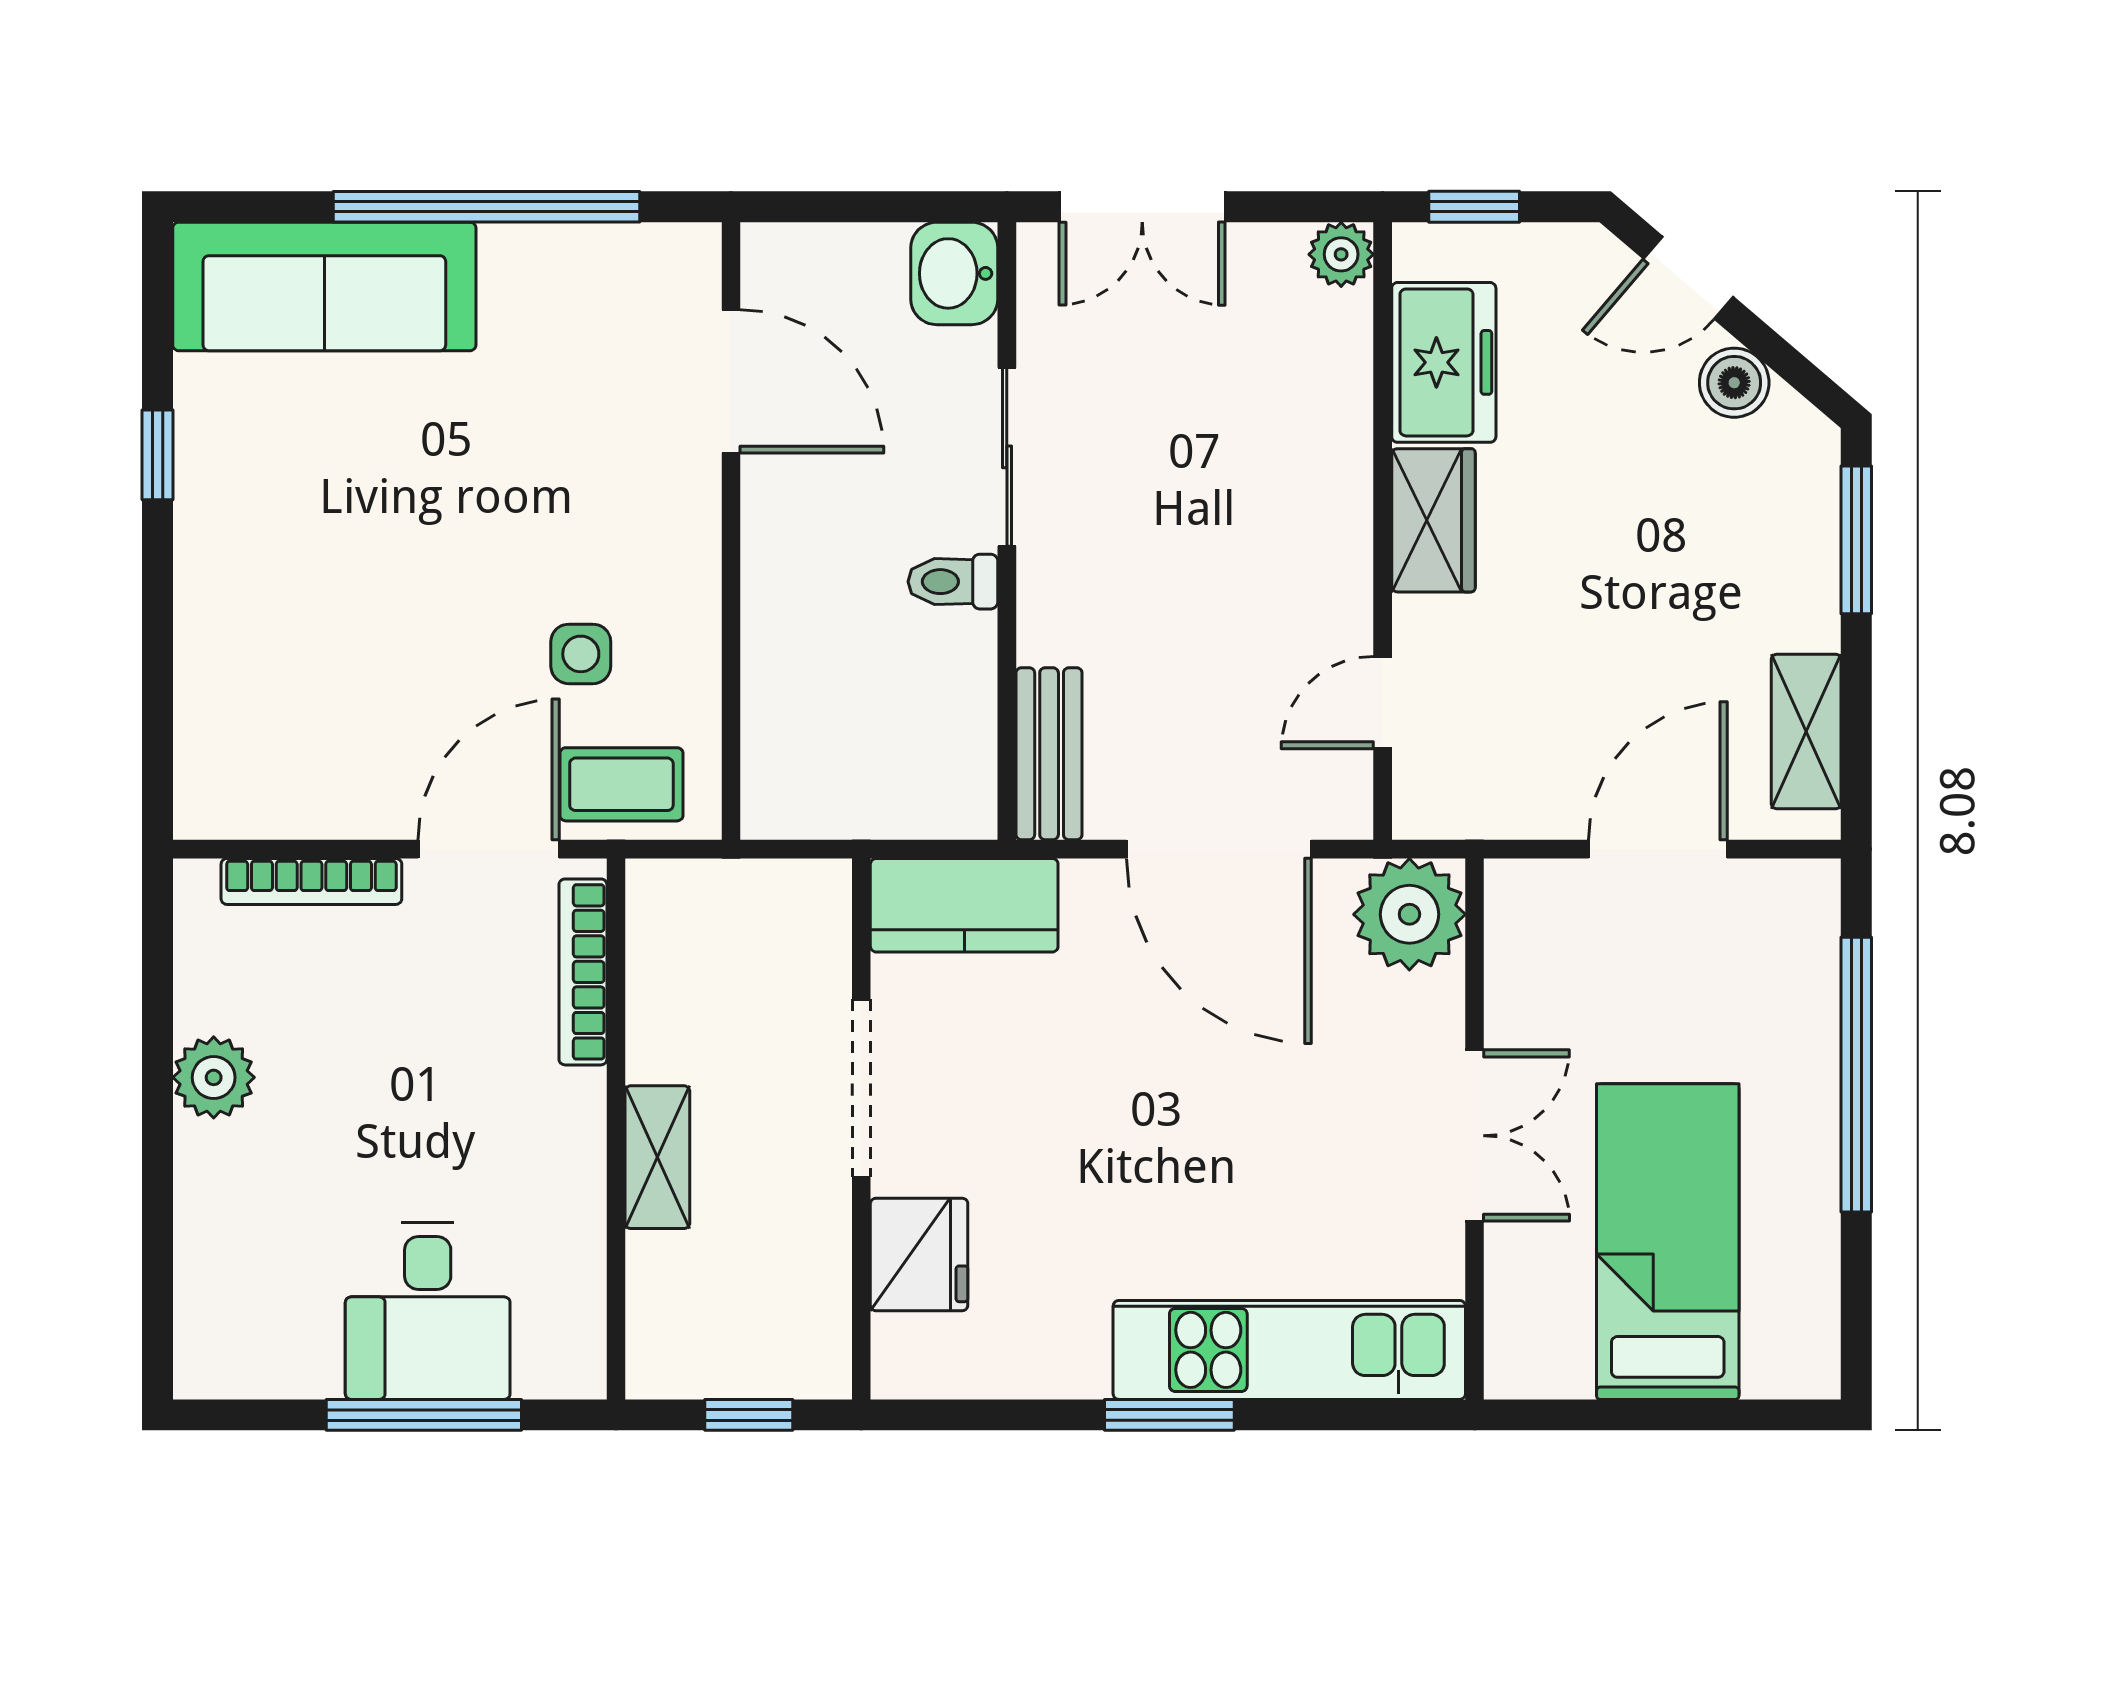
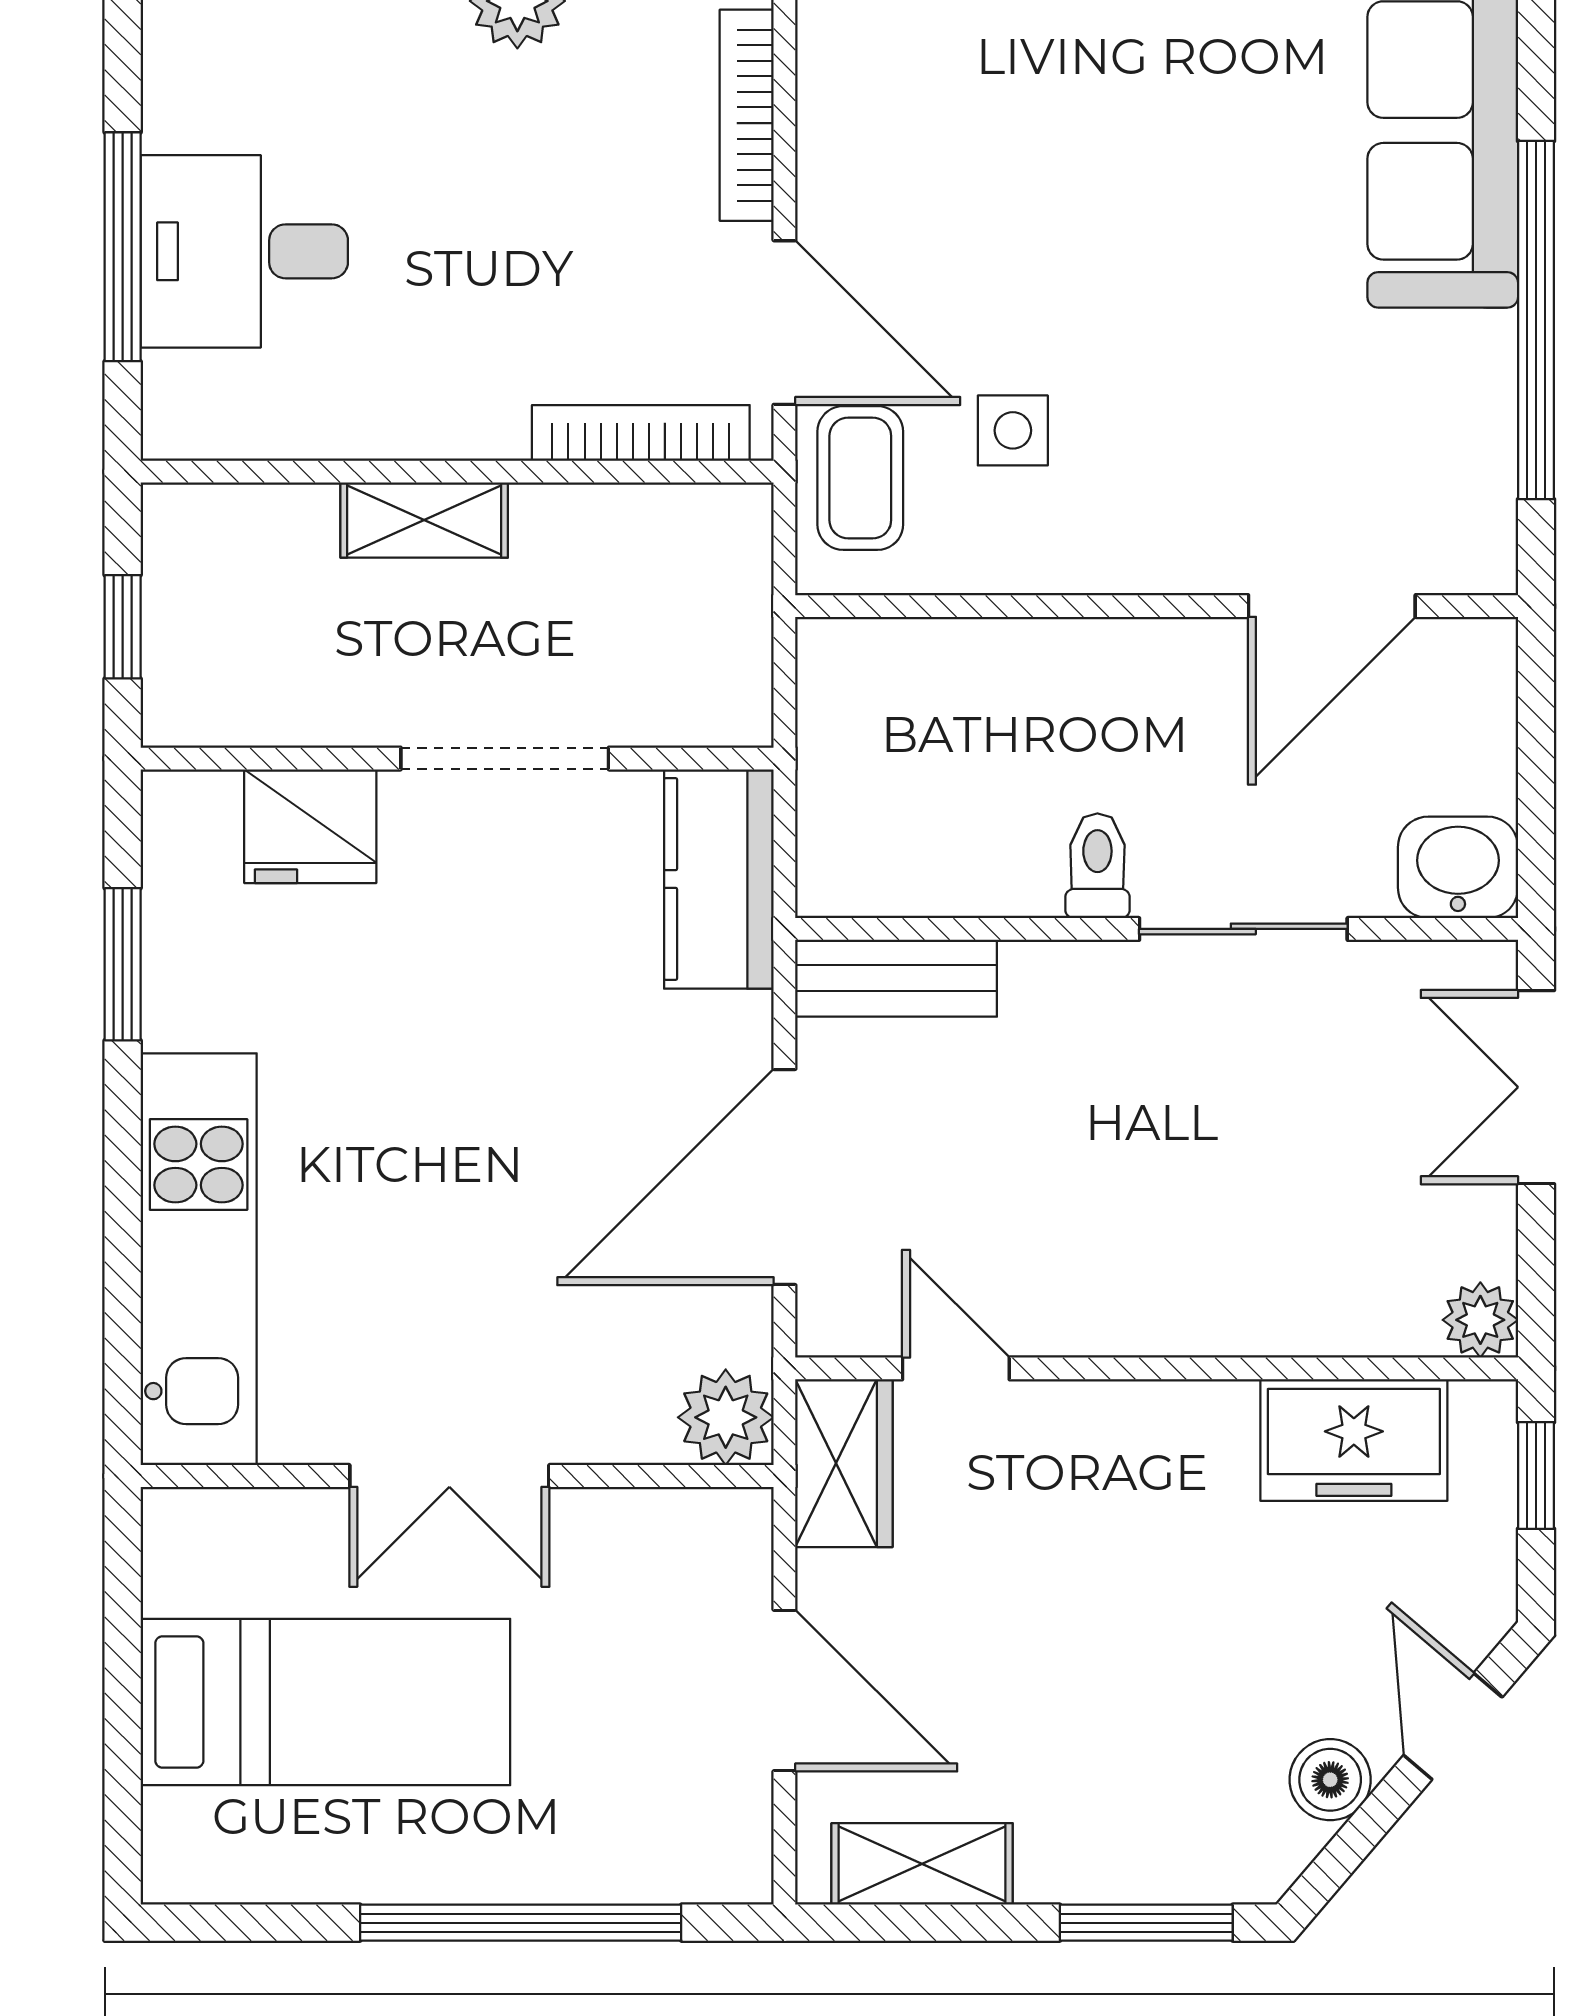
wardrobe: (1433, 520) -> (844, 1463), moved, turned -90
plant: (1409, 914) -> (726, 1417), width x0.73, depth x0.73
window: (1169, 1415) -> (123, 964), moved

